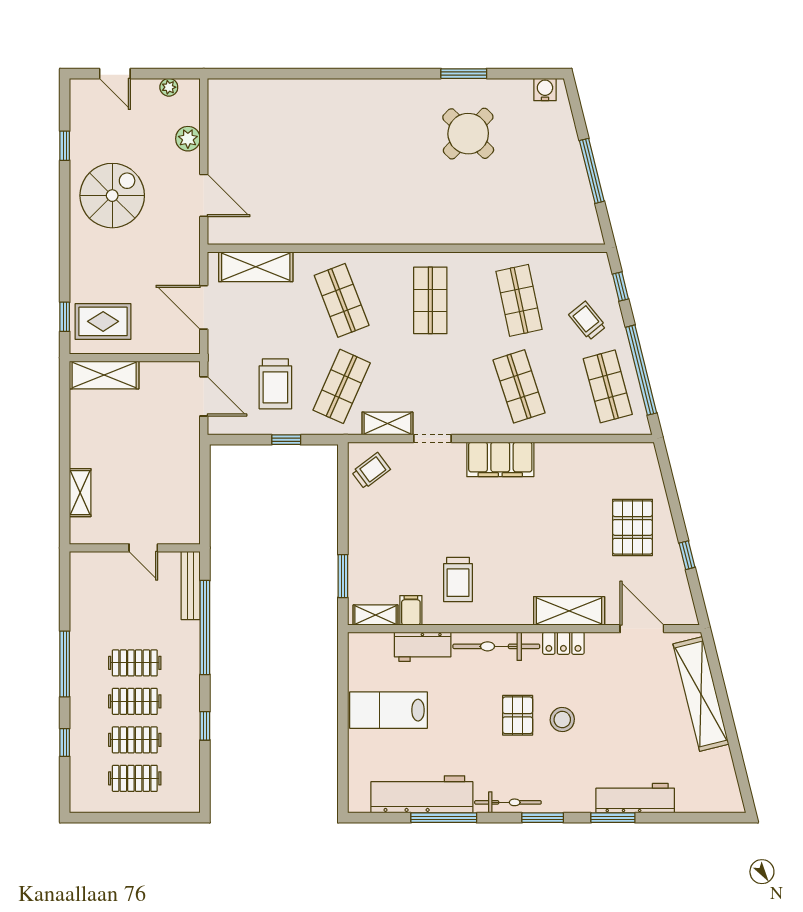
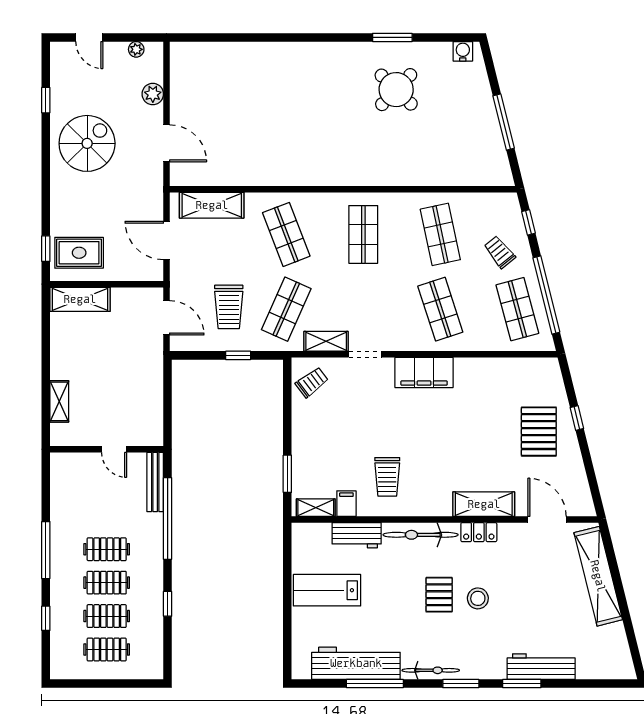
window: (687, 555) -> (577, 418), moved

